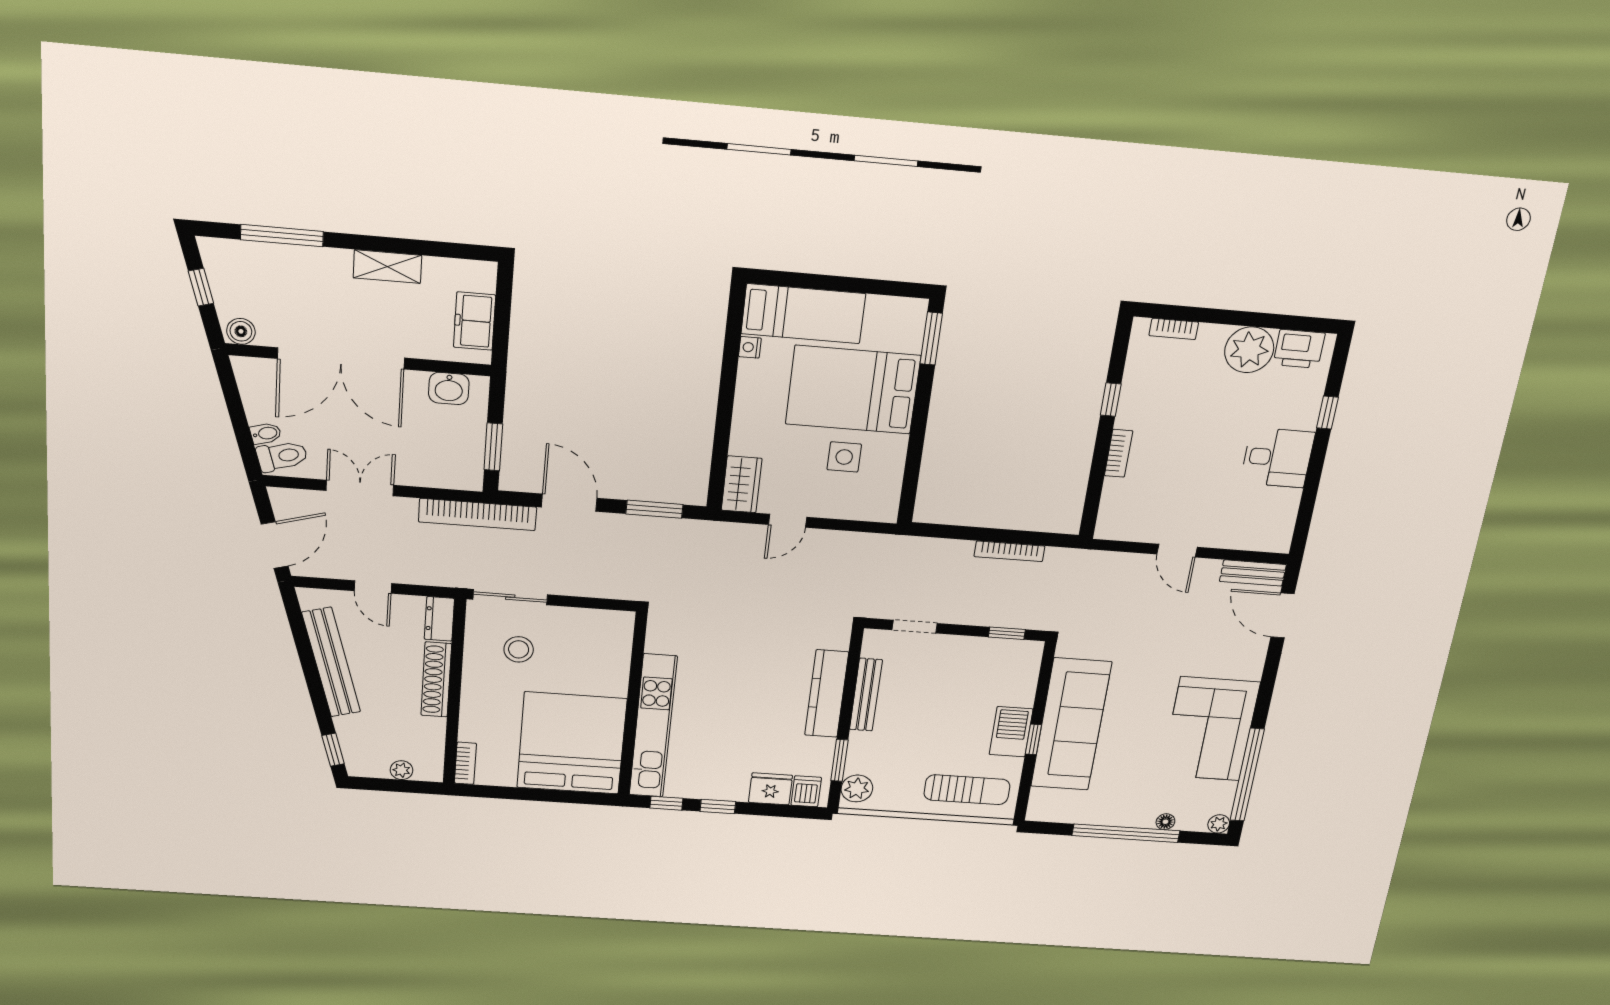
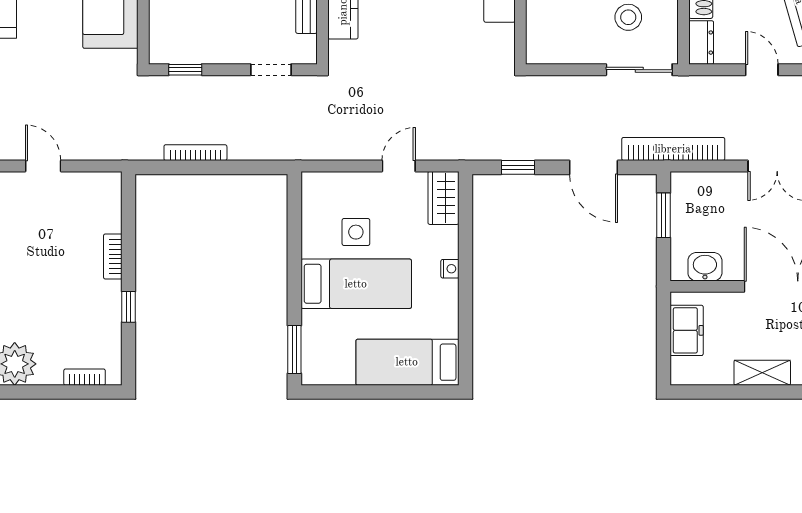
nightstand: (750, 347) -> (450, 269), moved
bed: (853, 390) -> (356, 284), width x0.67
window: (654, 509) -> (518, 167), width x0.67

